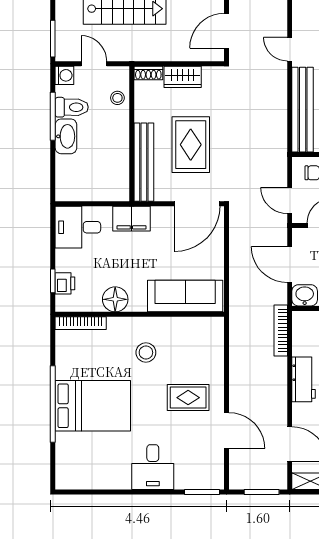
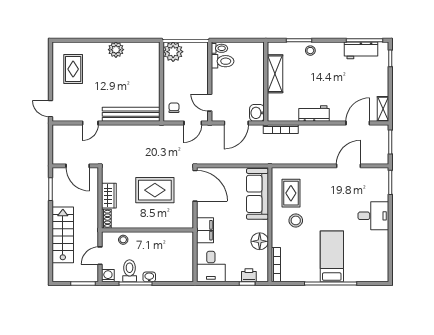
washbasin: (66, 136) -> (149, 277), width x0.52, depth x0.69
bench: (144, 162) -> (167, 222), removed
rug: (188, 398) -> (291, 193), moved
bed: (93, 406) -> (332, 256), width x0.67

